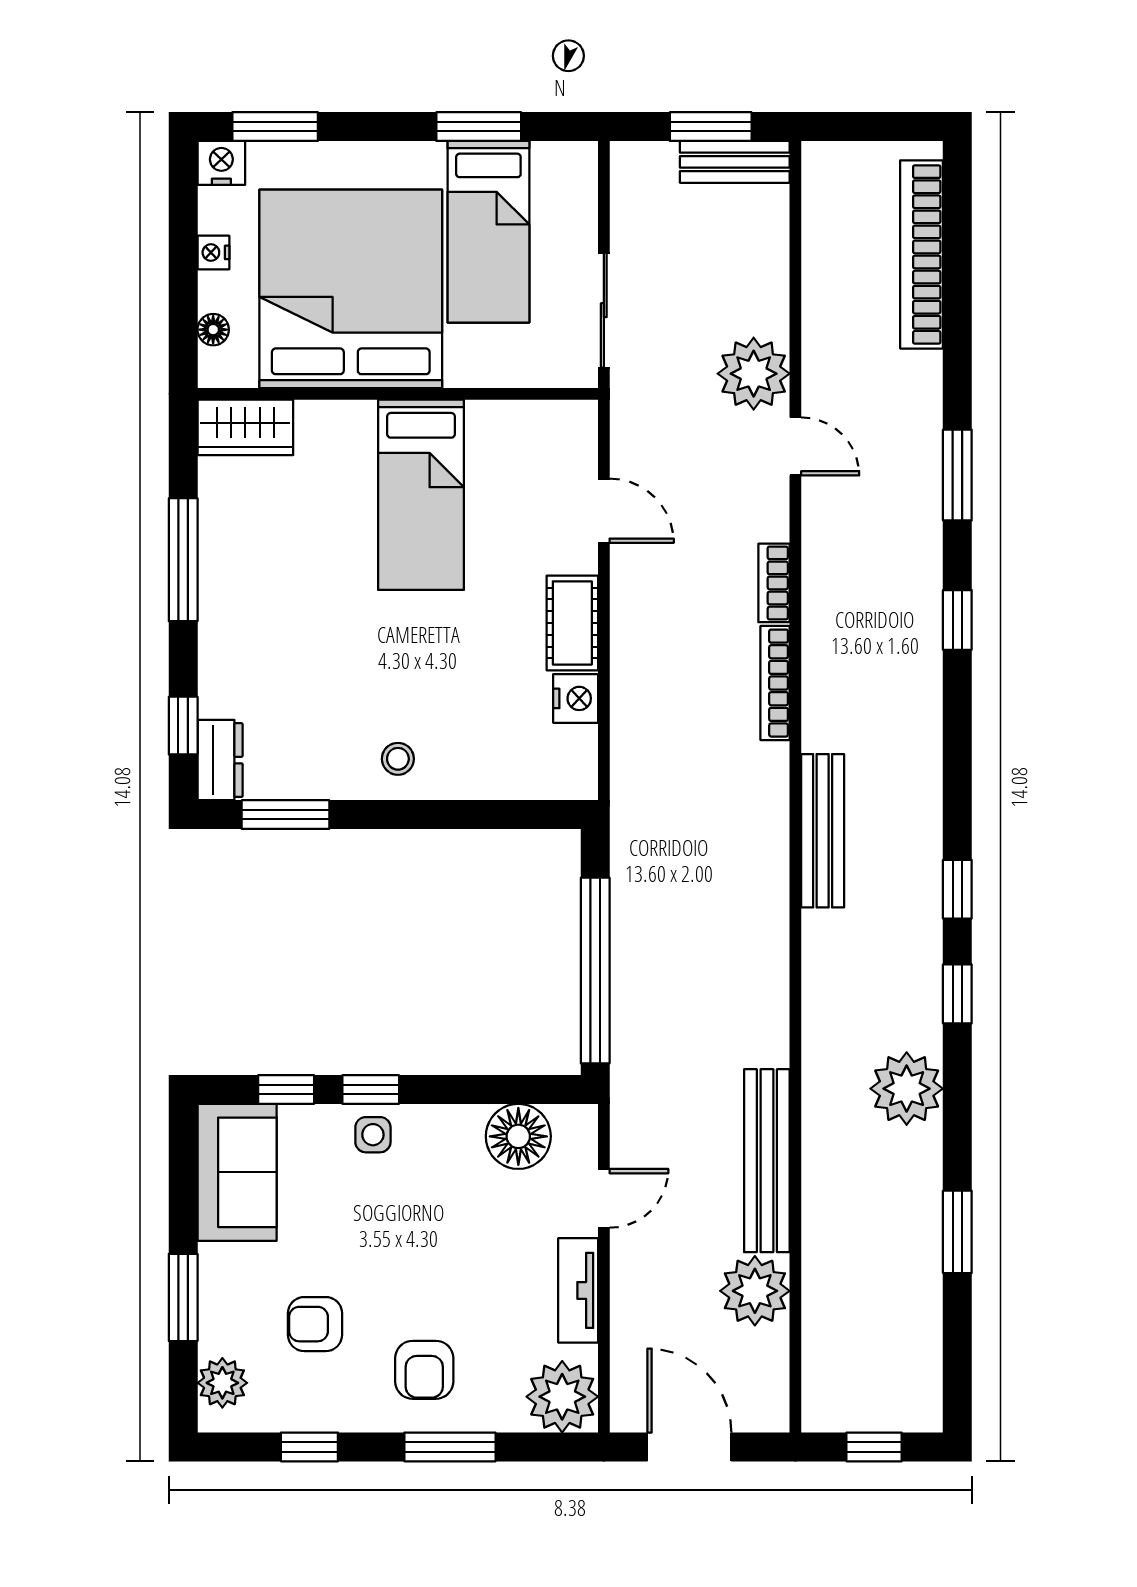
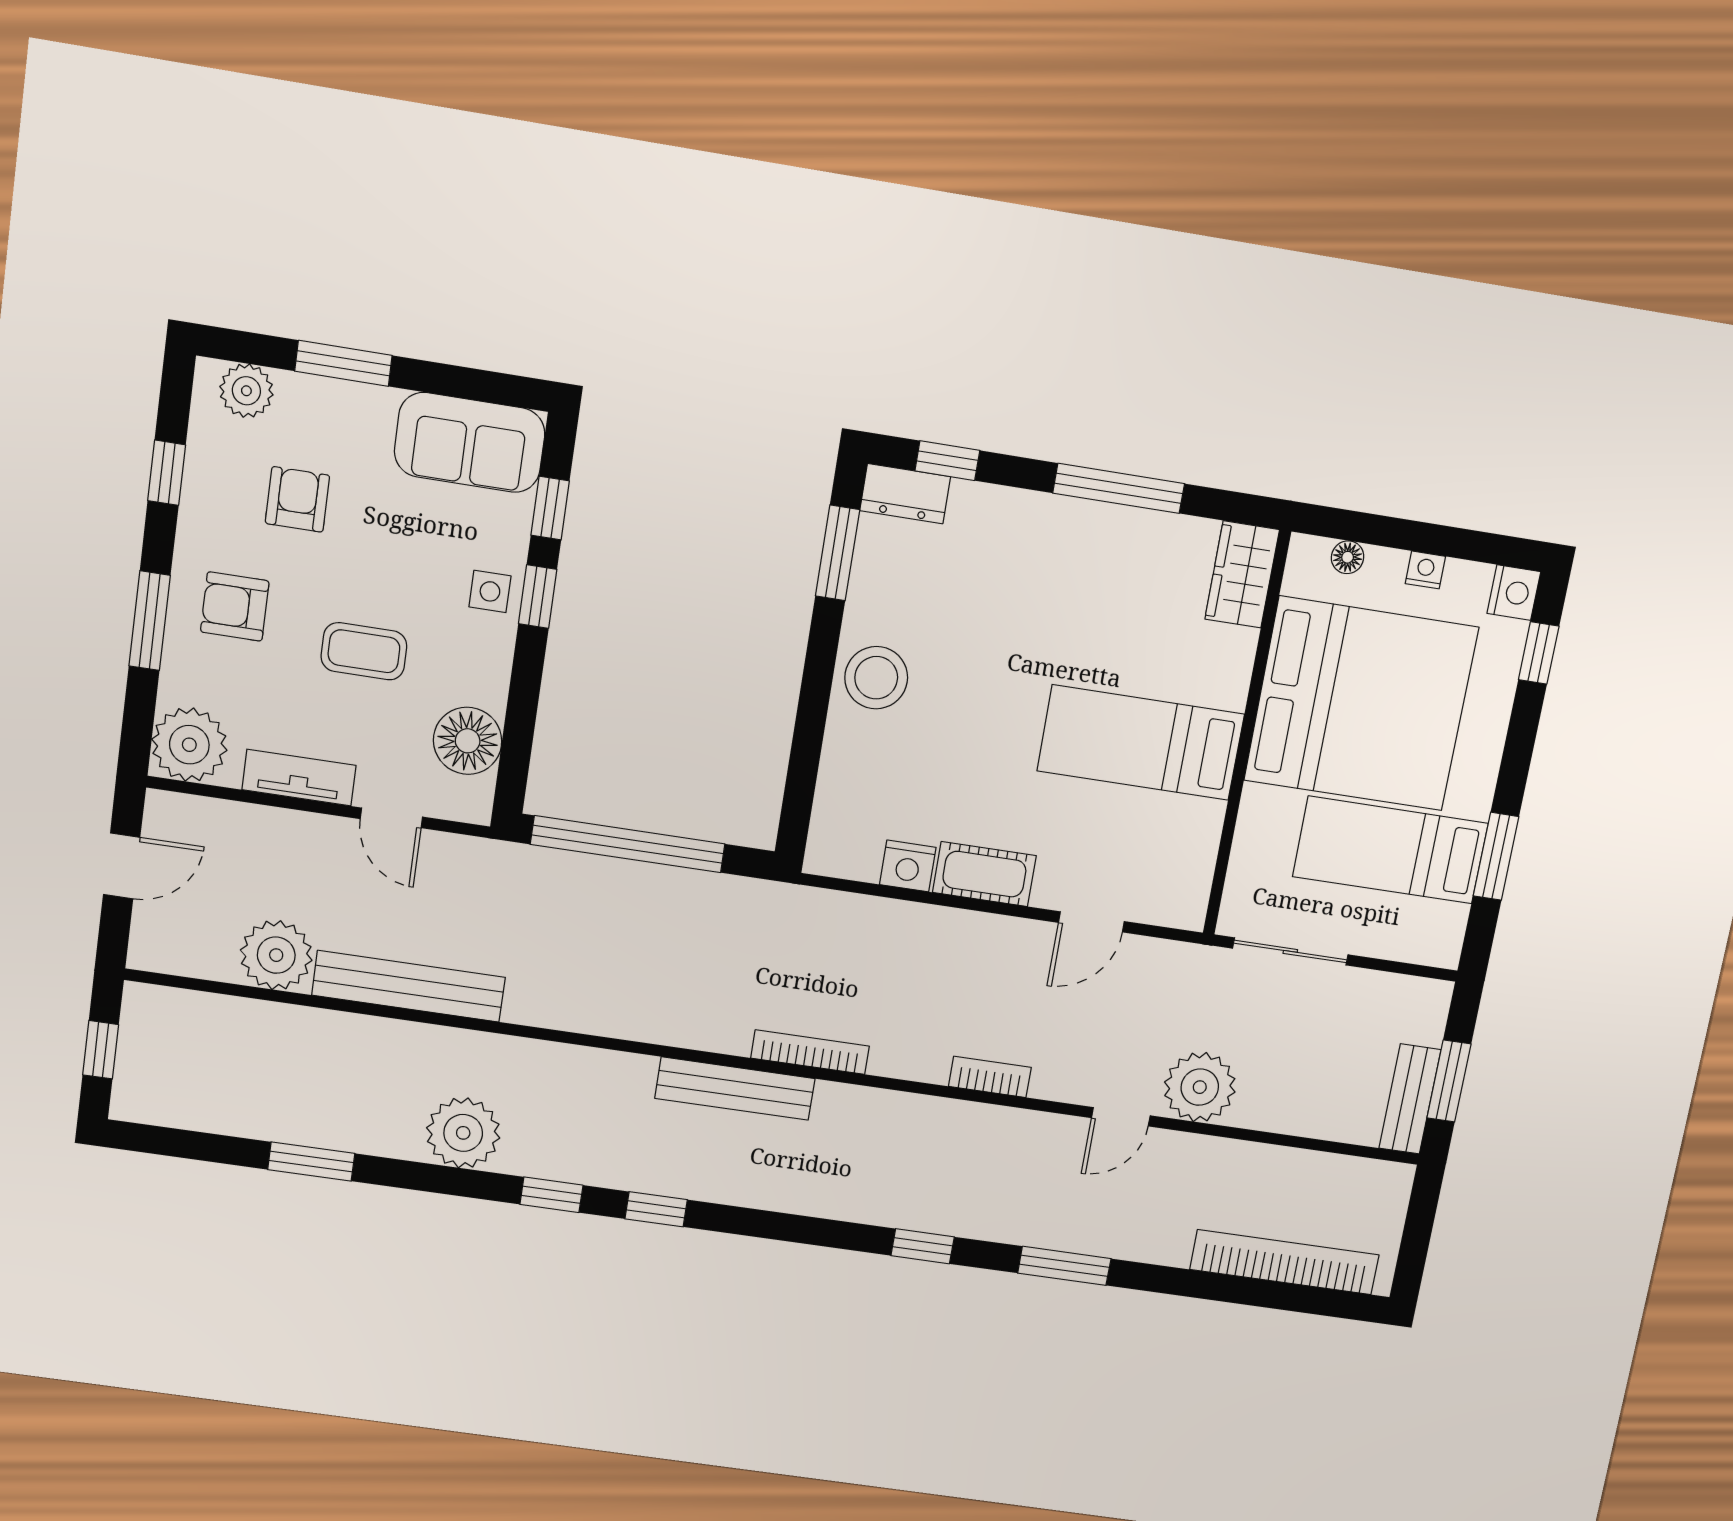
window: (275, 127) -> (1539, 653), width x0.67
bookcase: (775, 683) -> (810, 1052), moved
stool: (398, 759) -> (876, 678), width x1.89, depth x1.89
coffee table: (448, 1245) -> (364, 651), added
door: (689, 1447) -> (122, 866), width x0.73

